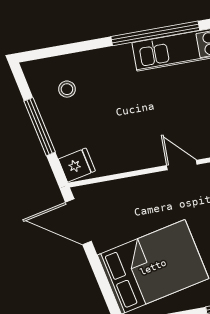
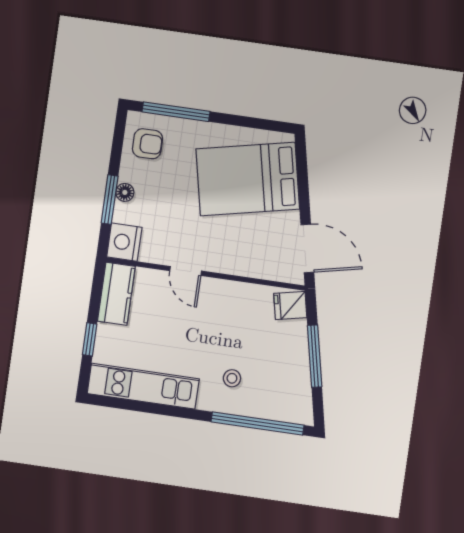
window: (155, 33) -> (258, 423), moved
stool: (67, 89) -> (232, 378), moved

